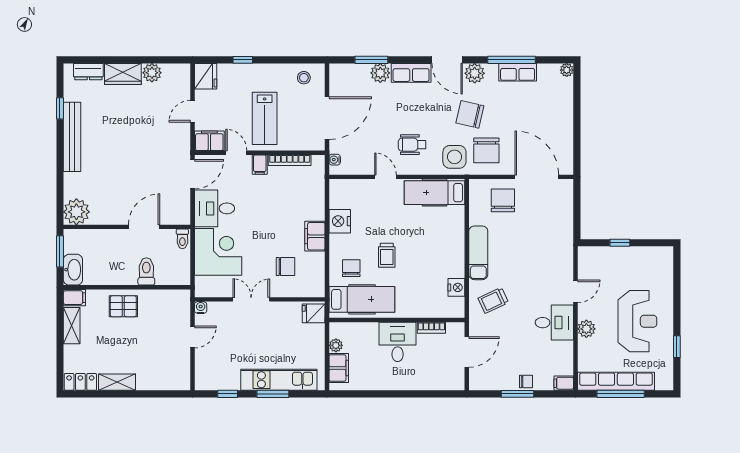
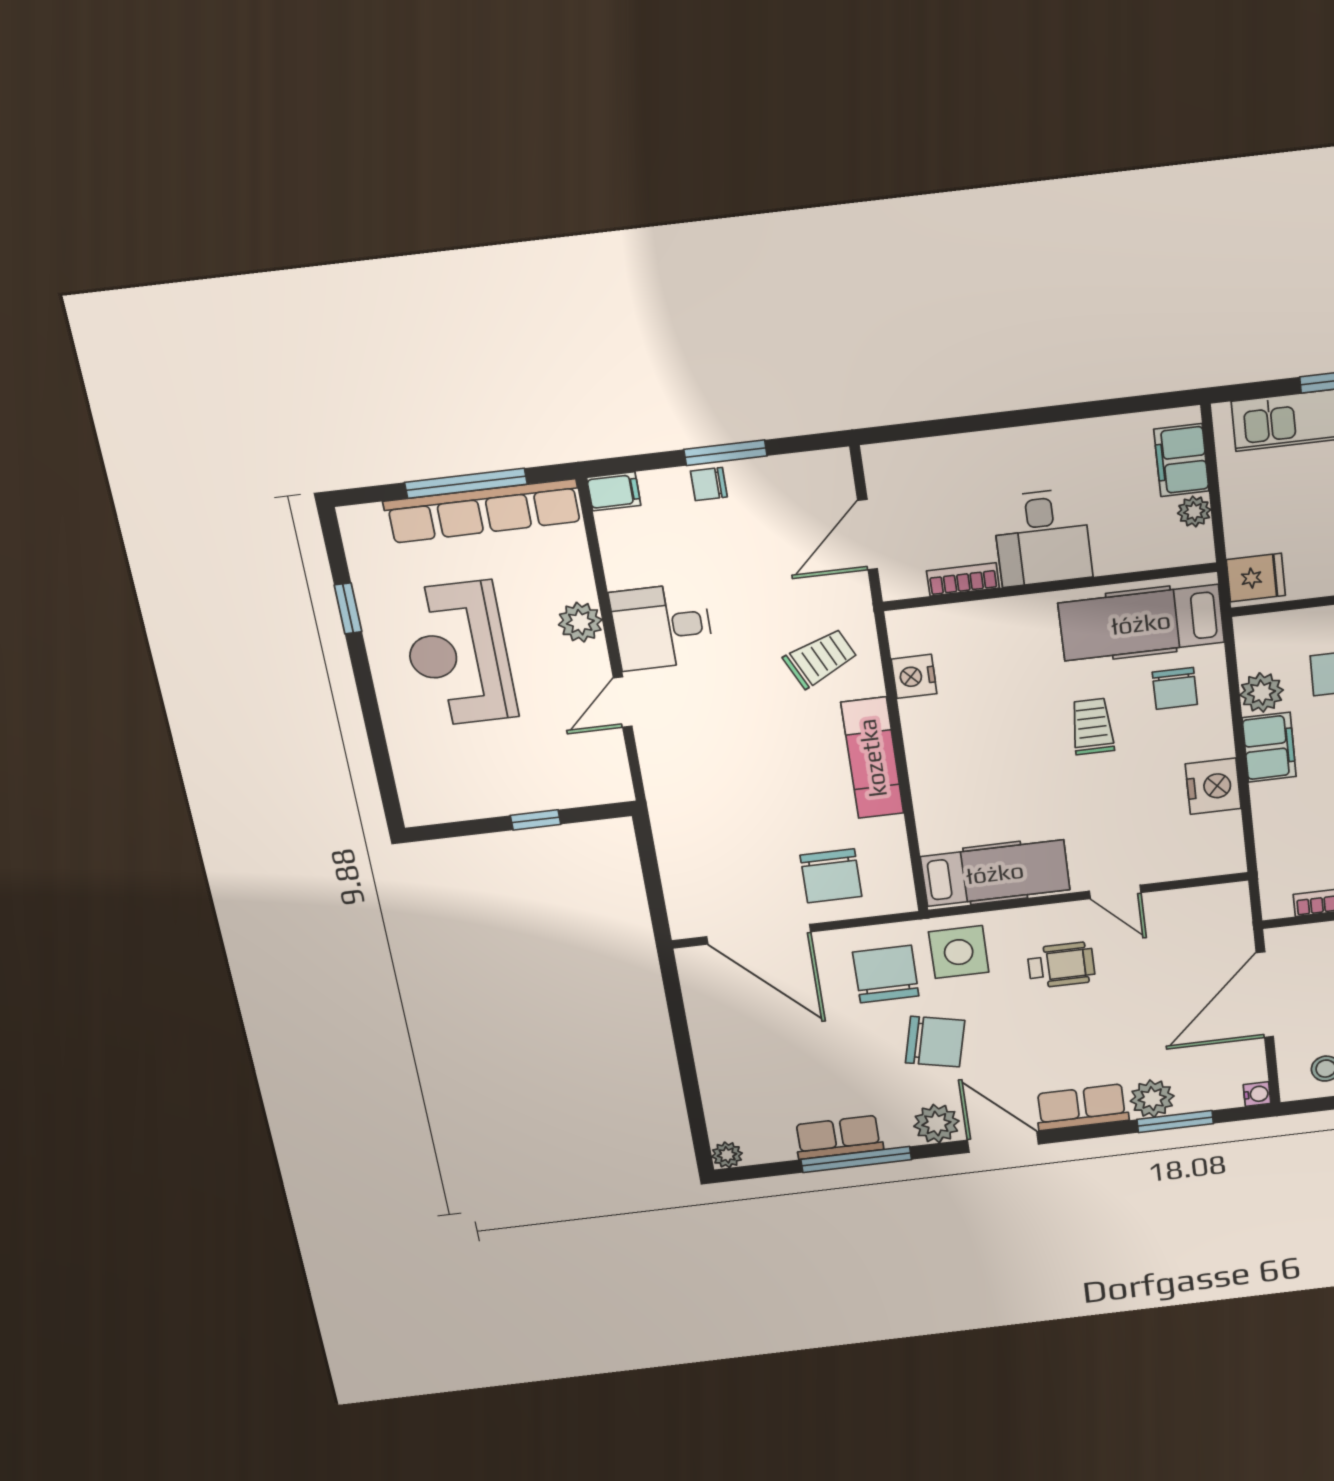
water cooler: (335, 160) -> (1257, 1094), moved
plant: (316, 262) -> (1262, 693), added

